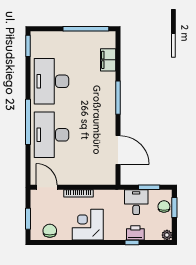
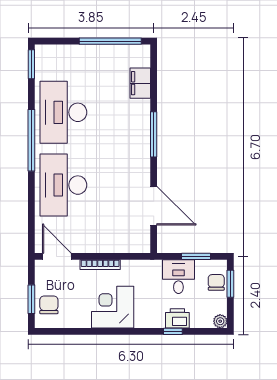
window: (28, 122) -> (31, 140), moved
chair: (50, 231) -> (49, 305), moved

